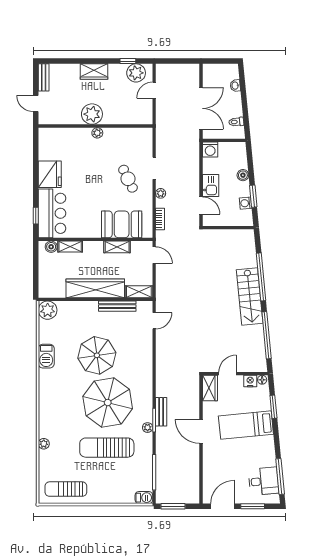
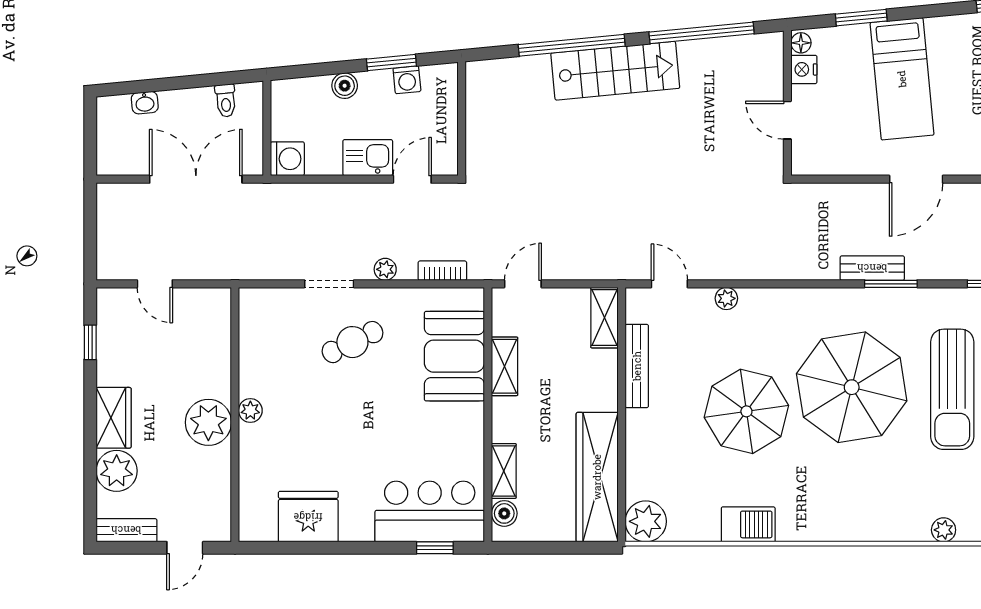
plant: (136, 73) -> (117, 471), moved
fridge: (50, 174) -> (308, 517), moved
wardrobe: (95, 288) -> (597, 477), moved
wardrobe: (210, 388) -> (819, 159), removed
plant: (148, 428) -> (726, 298), moved

